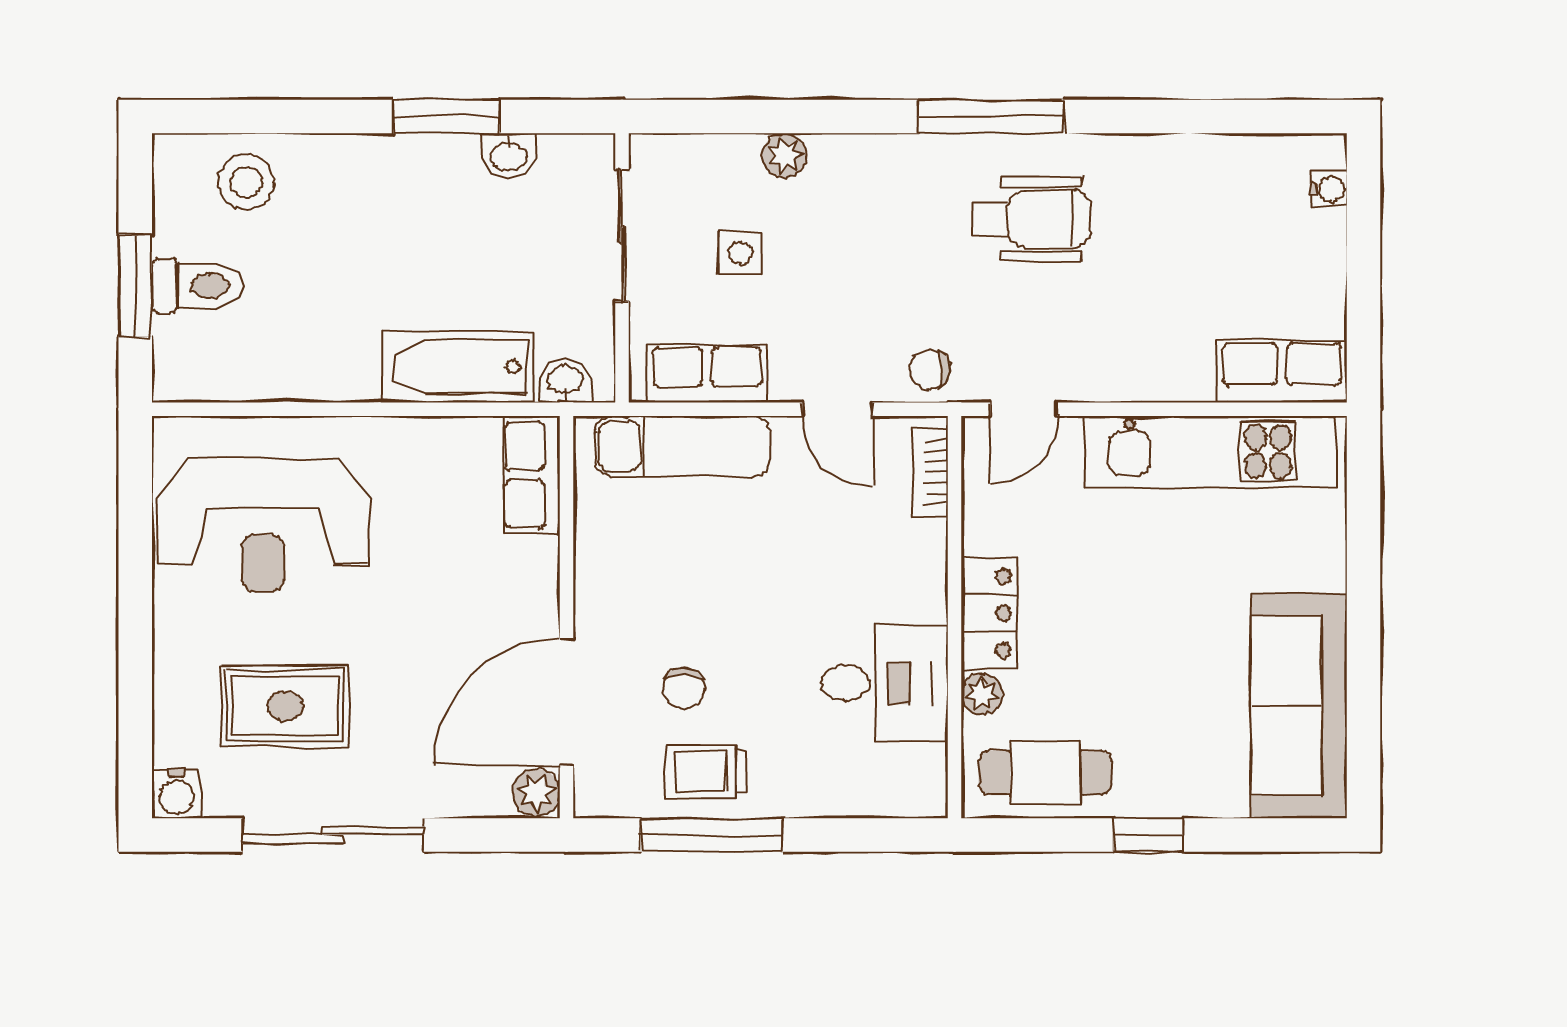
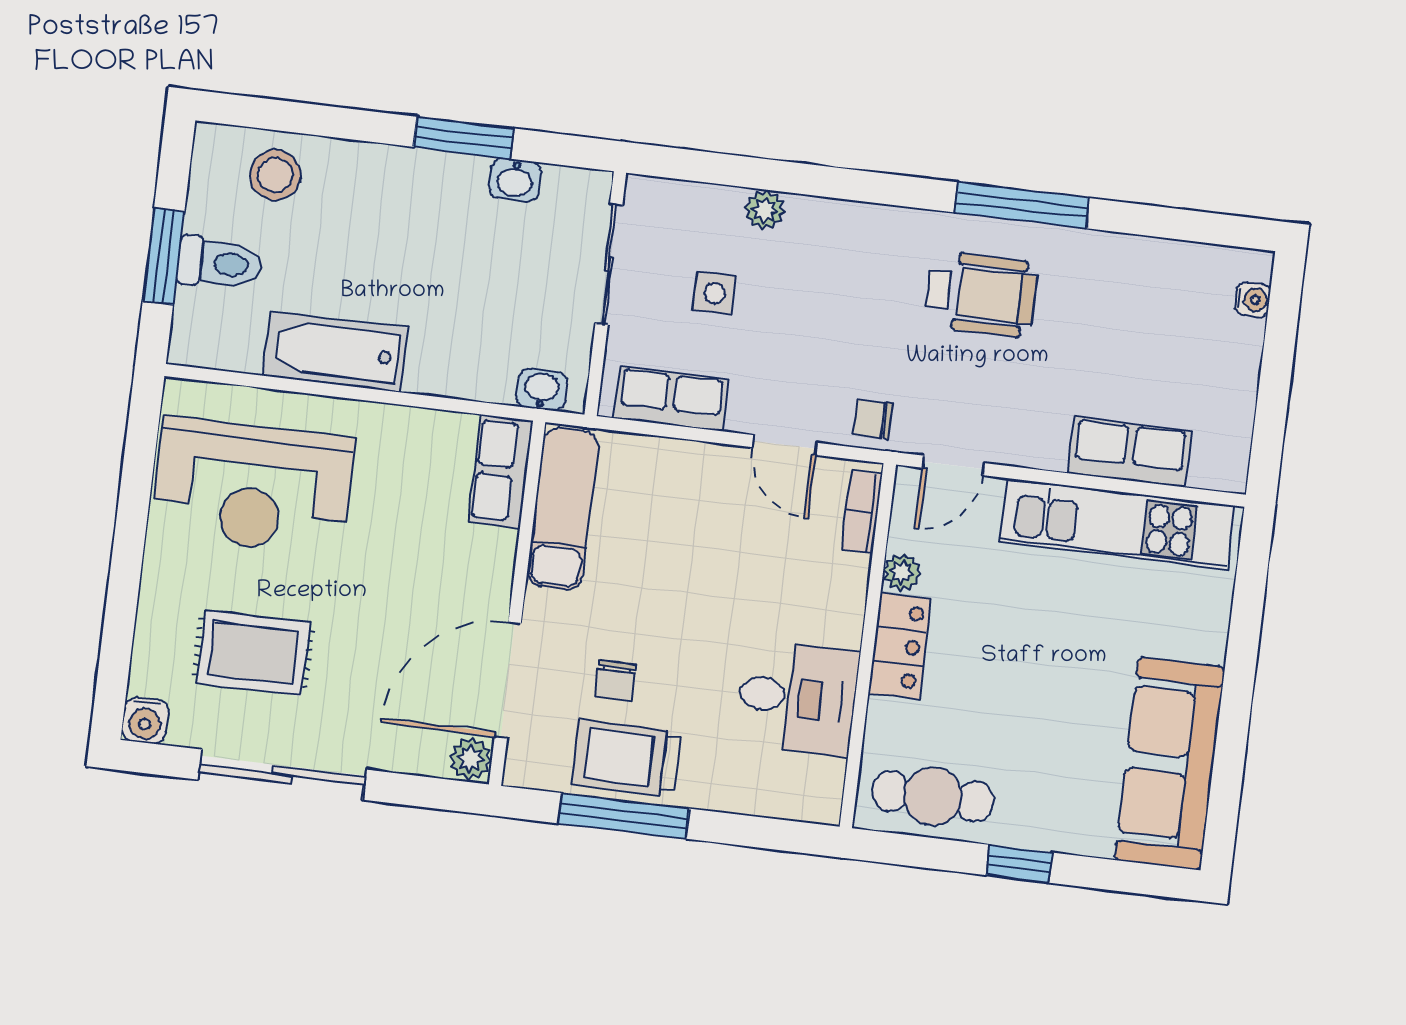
window: (991, 116) -> (1022, 205), moved
bathtub: (458, 367) -> (335, 352), moved
row of seats: (1282, 371) -> (1130, 452), moved
exam couch: (683, 447) -> (563, 509), moved, turned -90
plant: (982, 694) -> (902, 572), moved
trolley: (706, 771) -> (626, 758), width x1.36, depth x1.39

